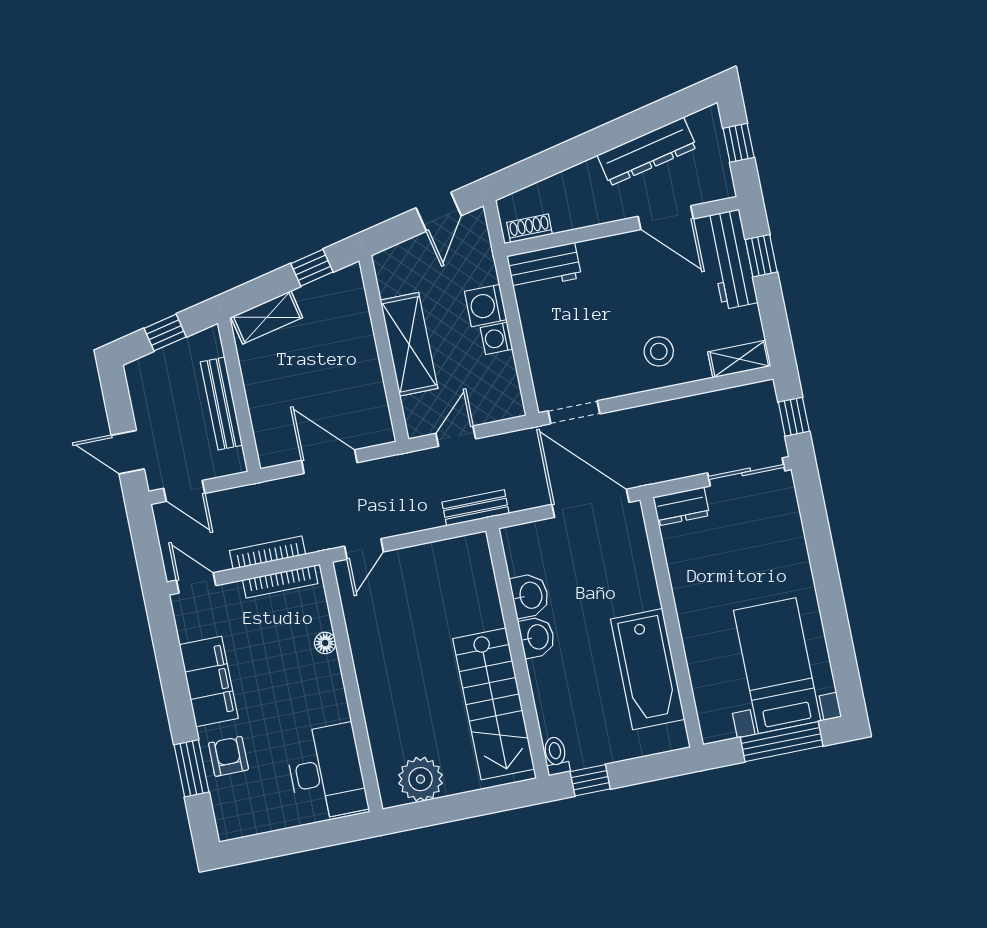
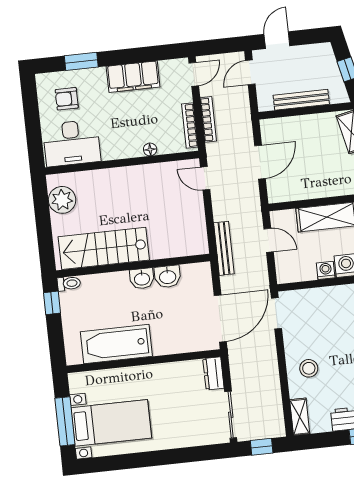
bench: (476, 508) -> (224, 248), width x1.36
armchair: (228, 756) -> (67, 99), moved, turned 180

